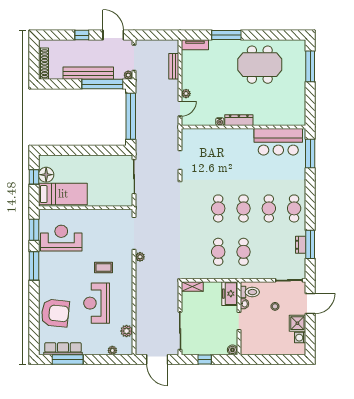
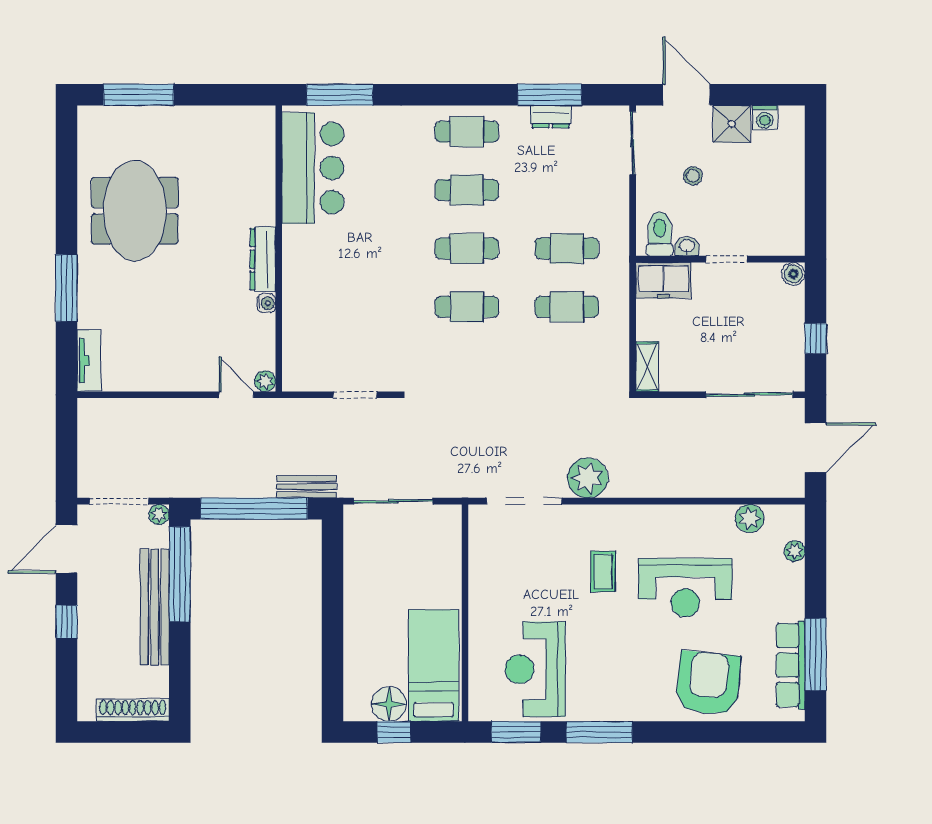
bench: (174, 66) -> (307, 487), moved
plant: (186, 94) -> (265, 381), moved
plant: (140, 257) -> (588, 478), width x1.88, depth x1.88

